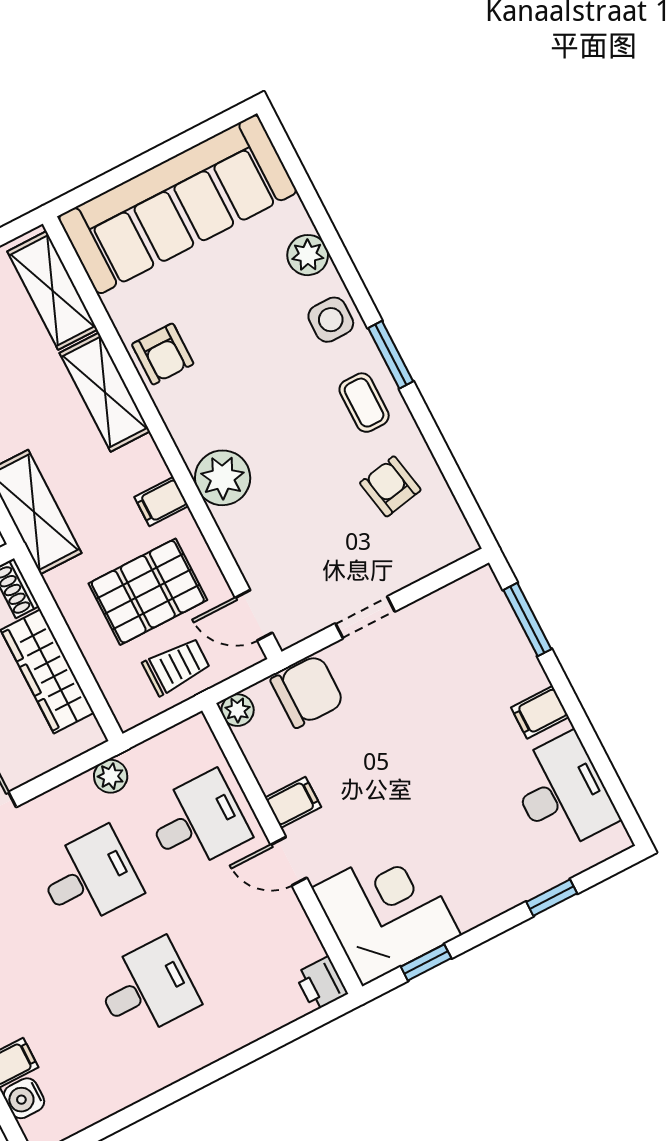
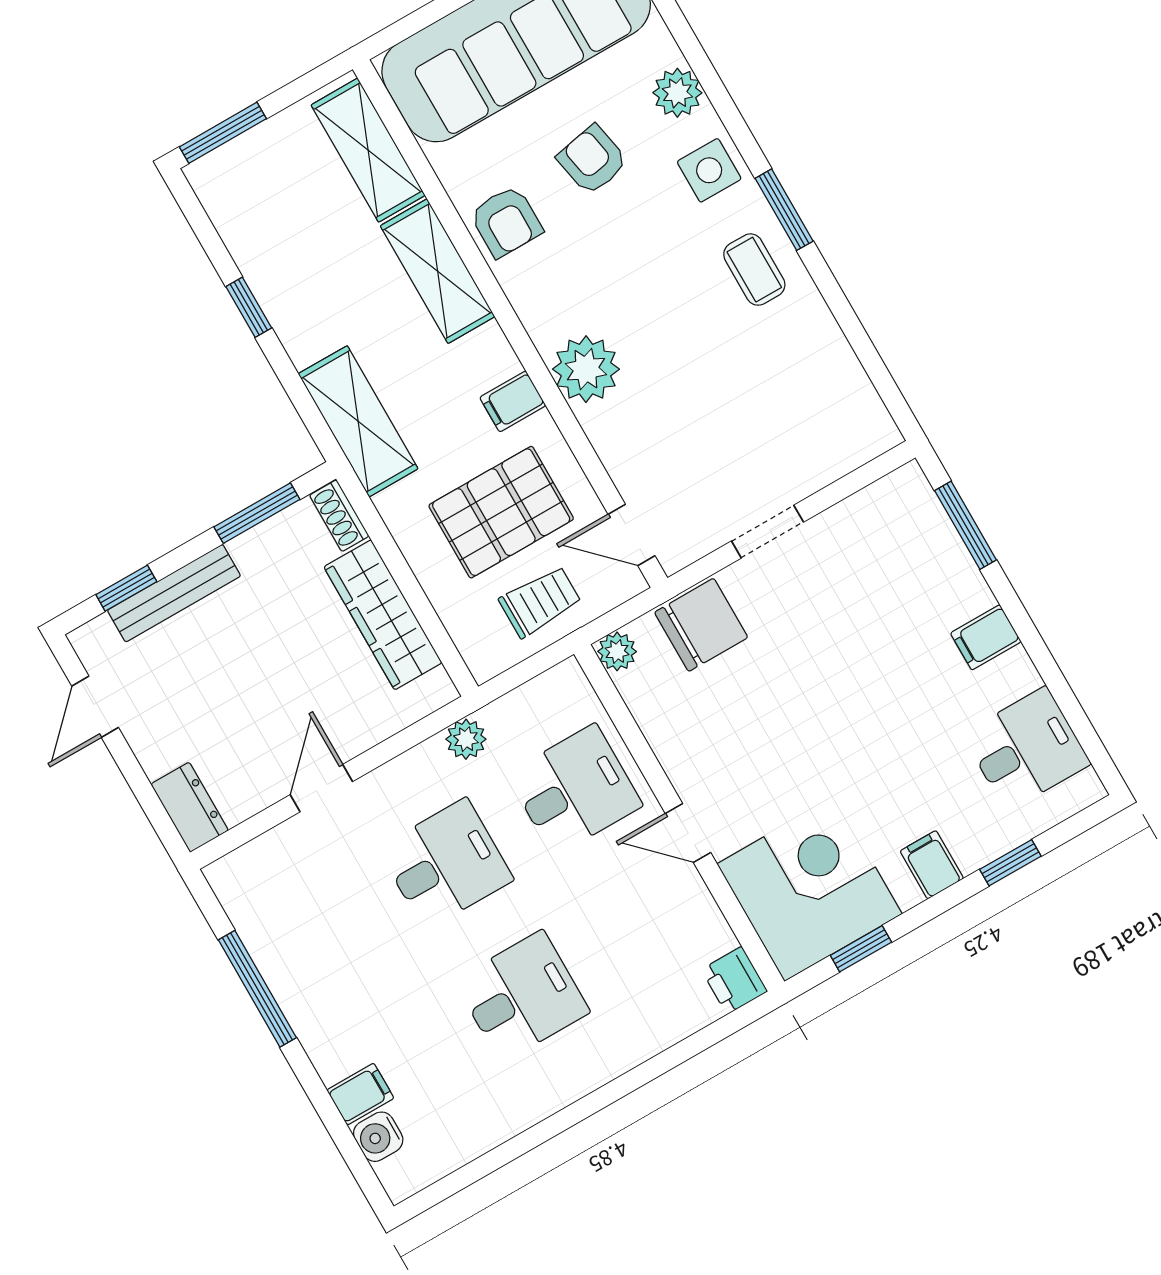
armchair: (390, 486) -> (592, 160), moved
desk: (563, 793) -> (1026, 749), width x0.73
filing cabinet: (293, 802) -> (932, 865), moved, turned -90

